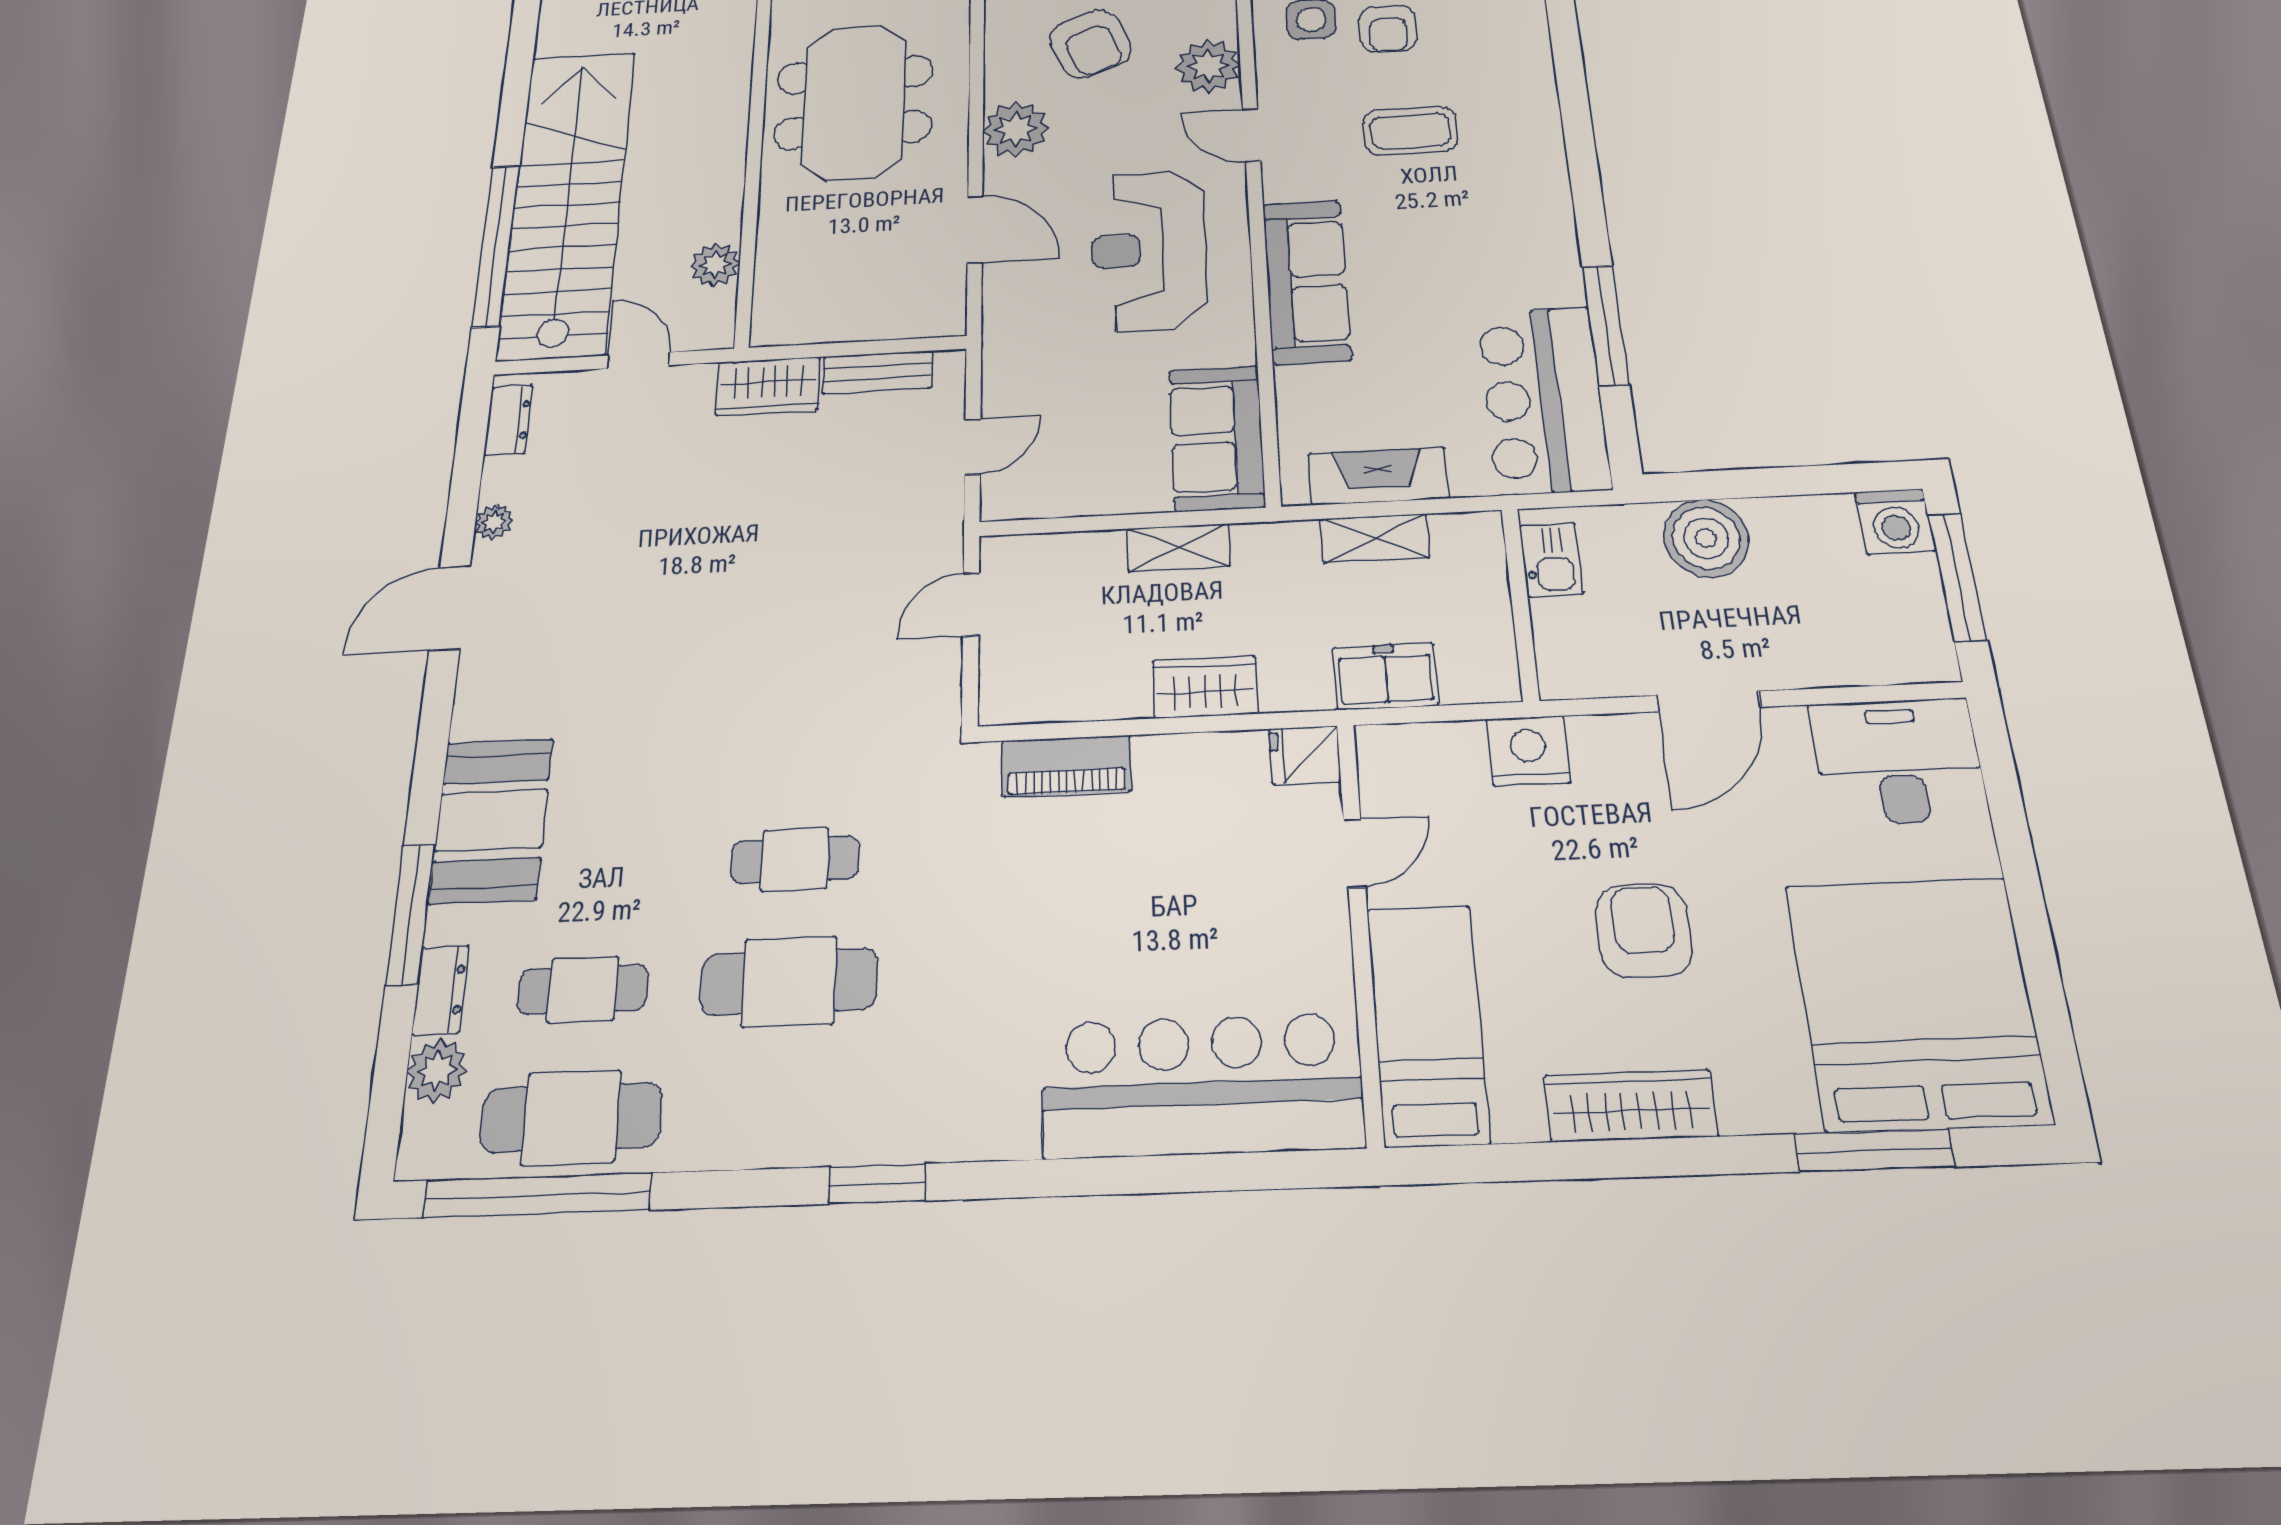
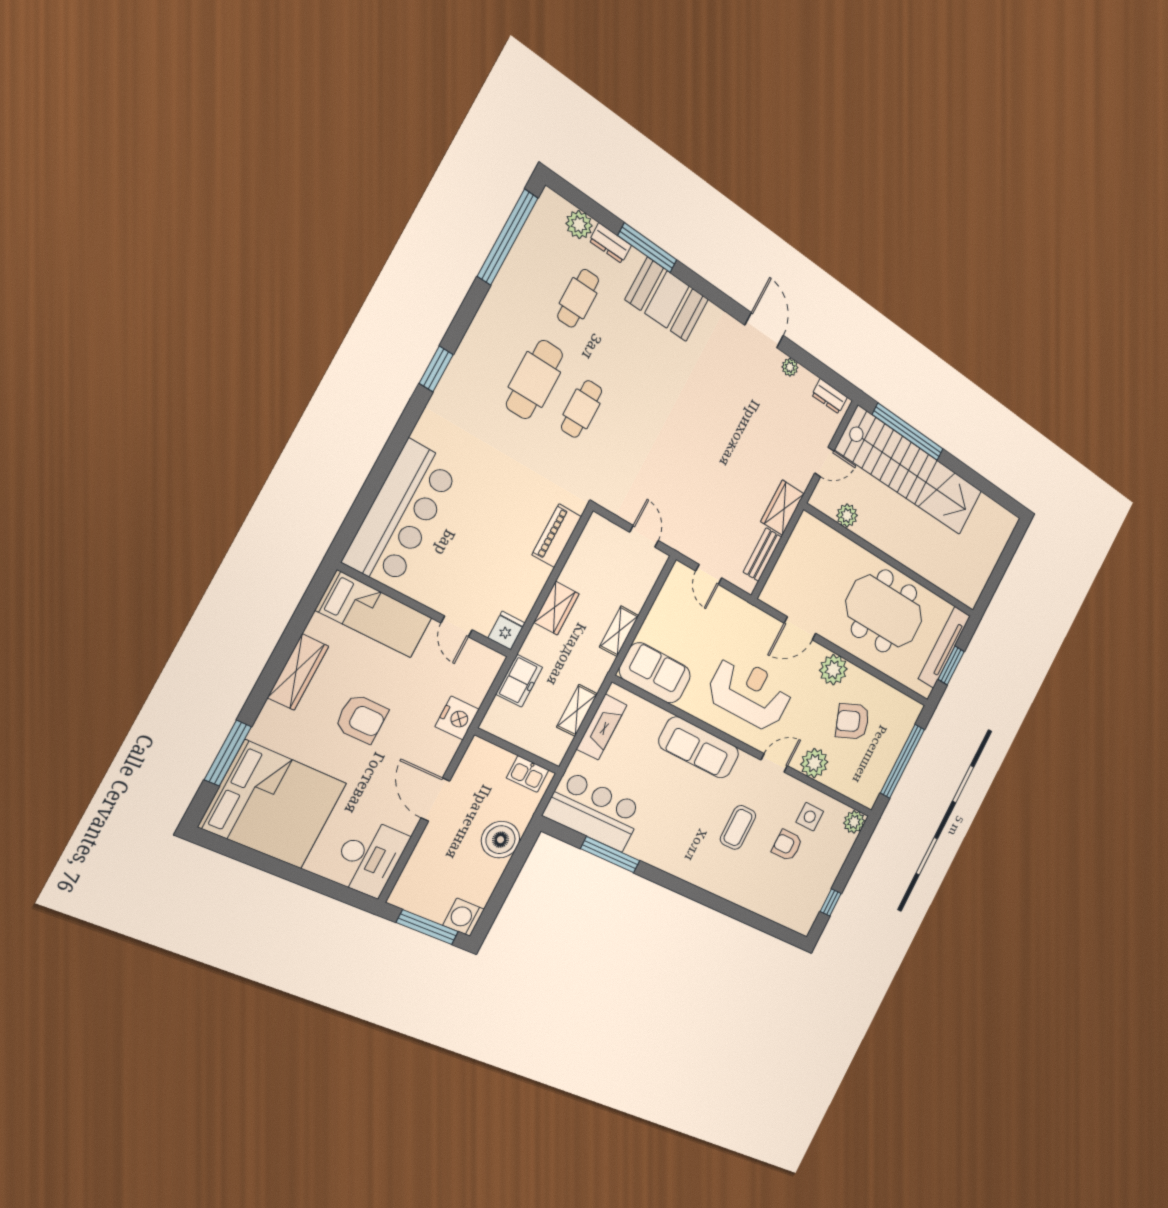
cafe table: (571, 1118) -> (530, 266), removed

